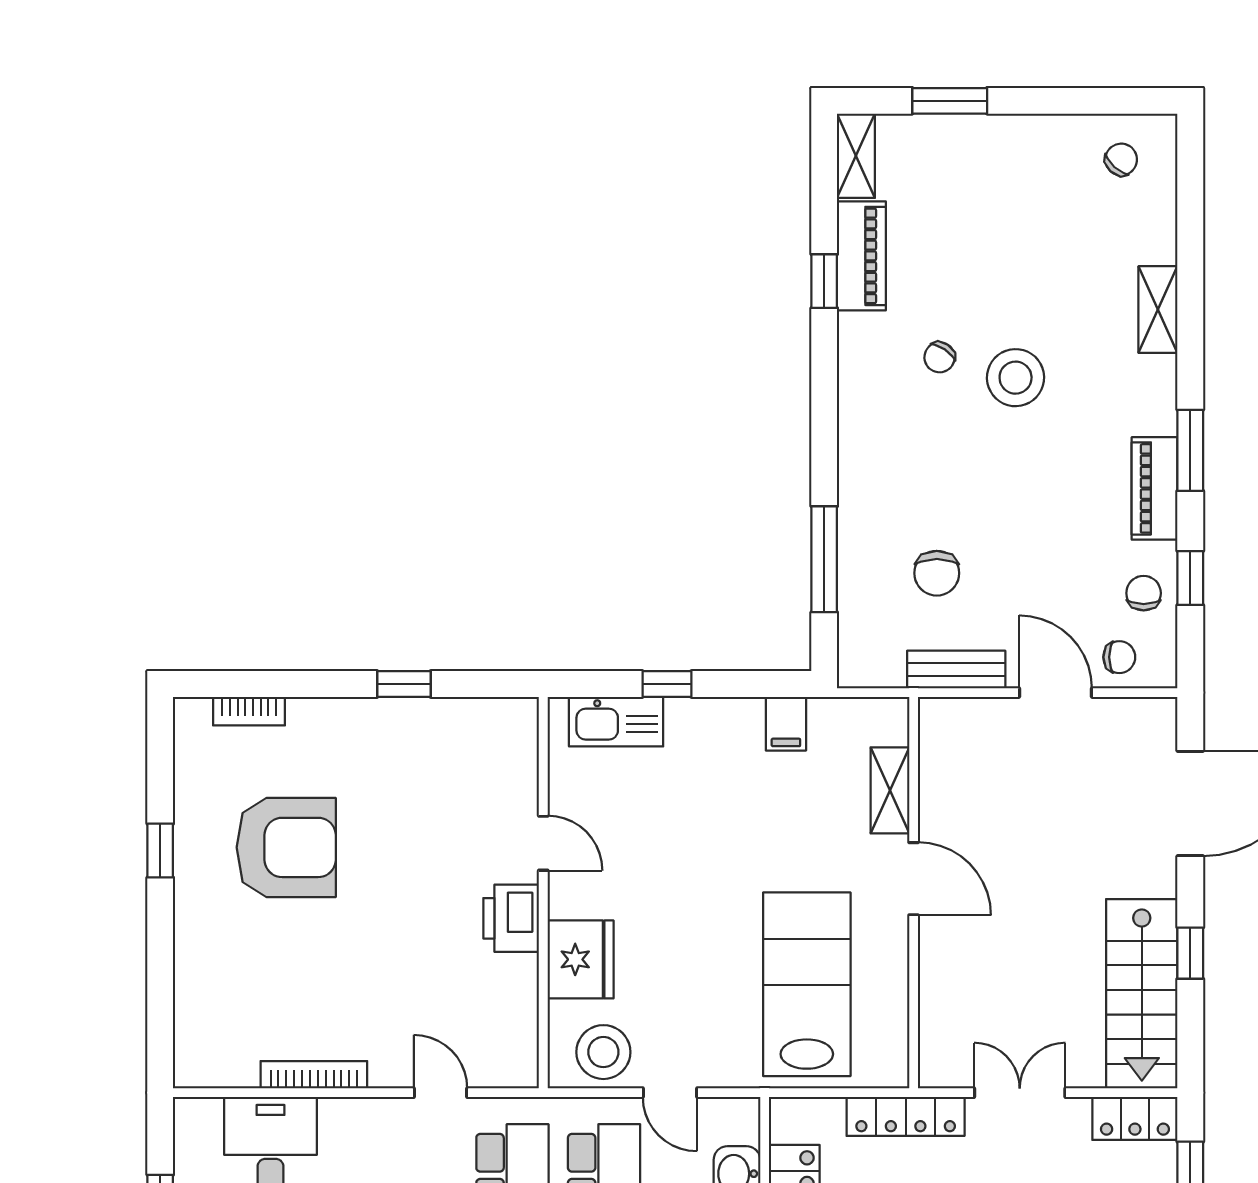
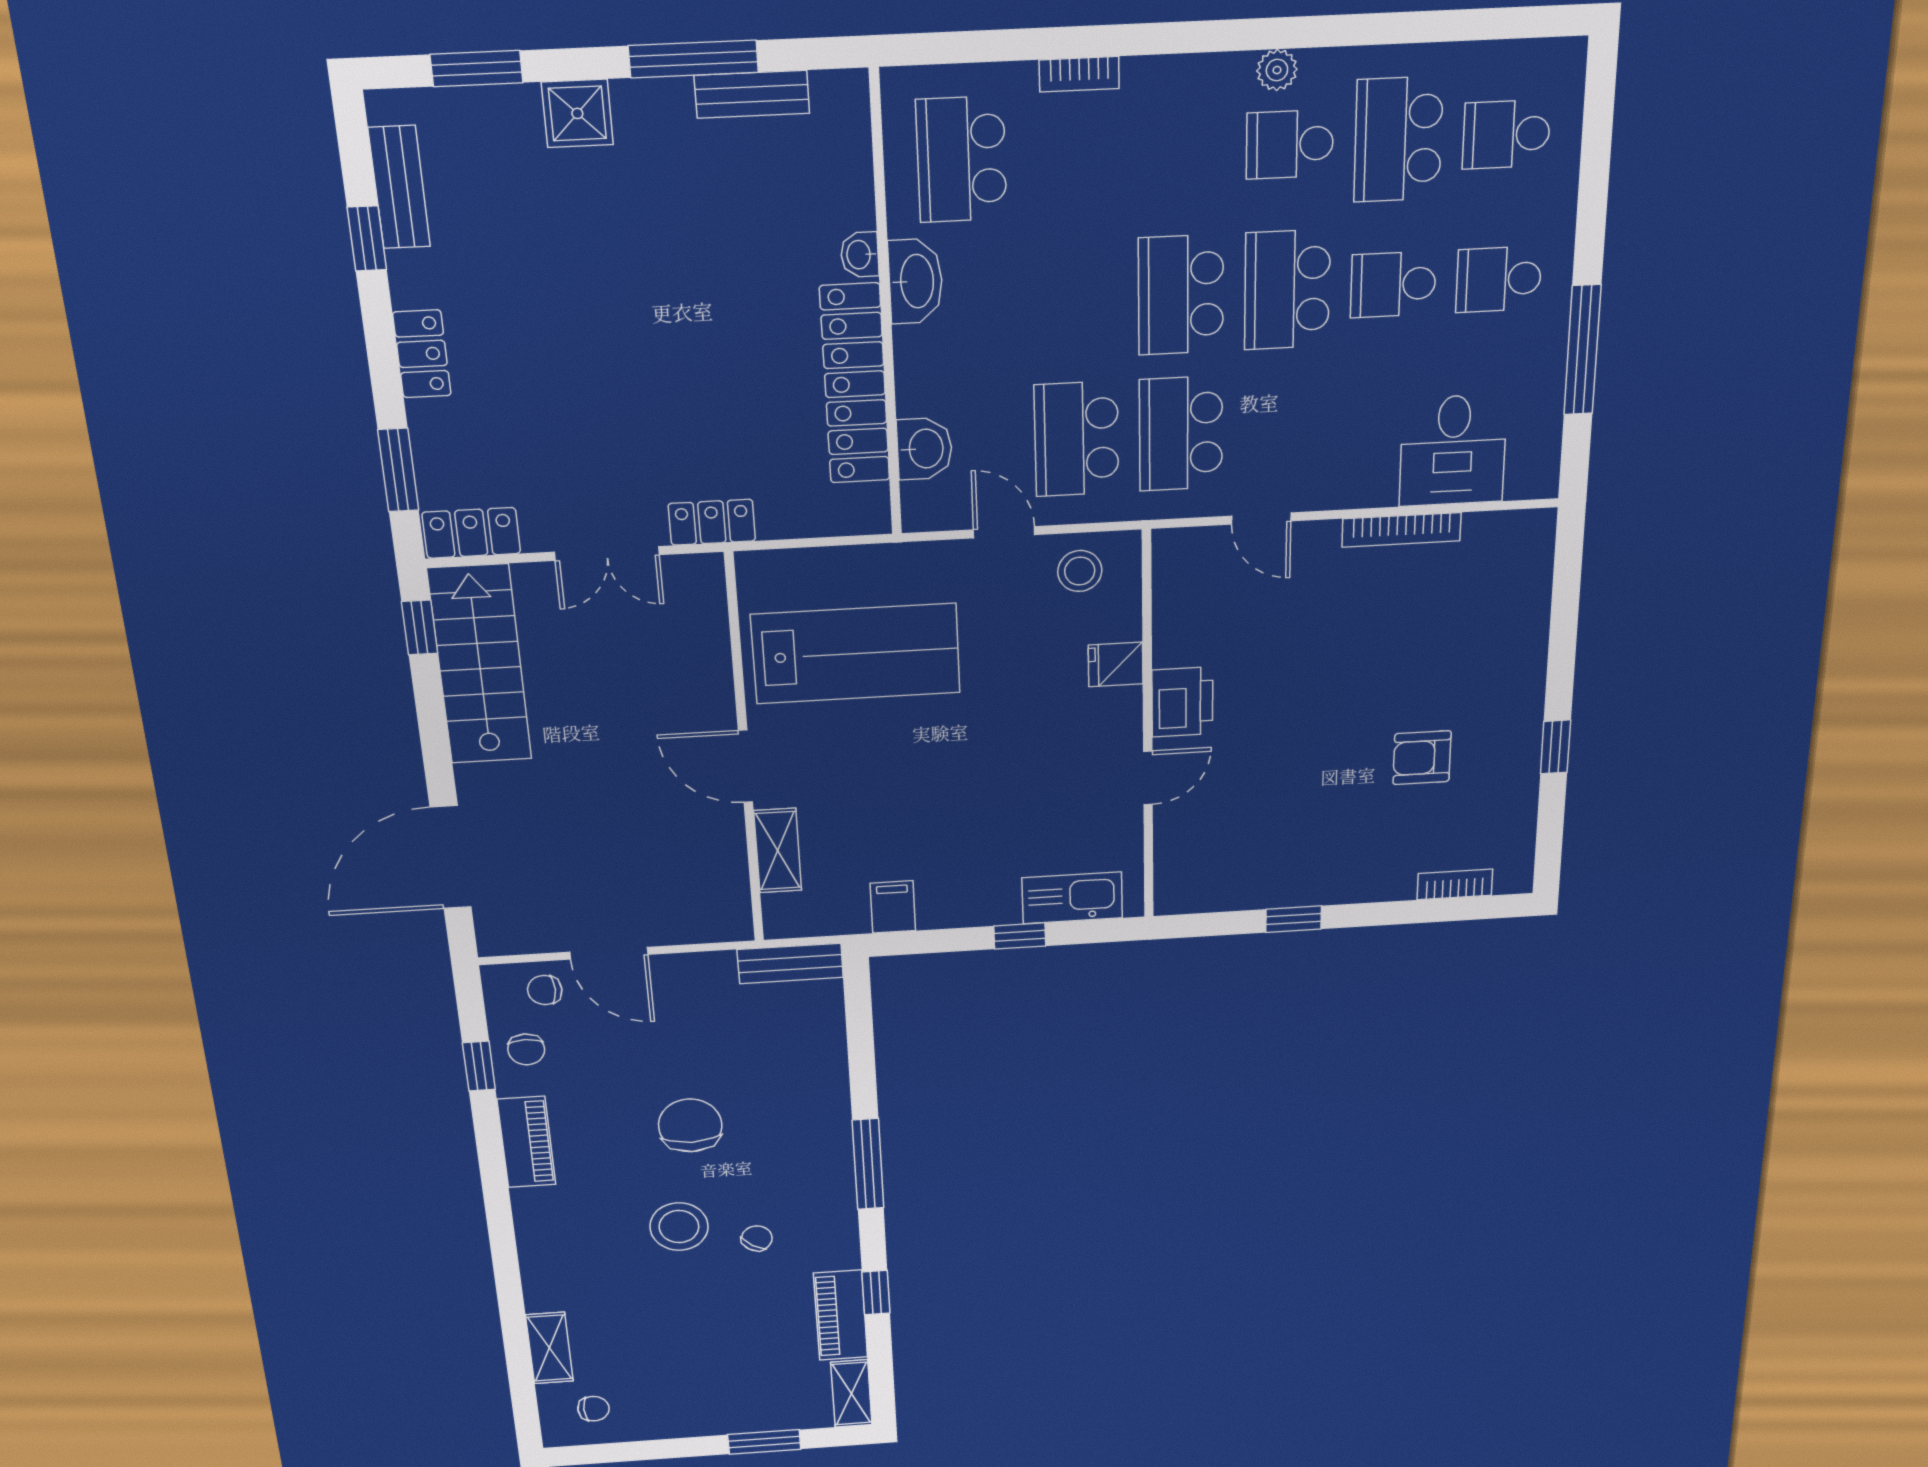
chair: (1121, 159) -> (593, 1409), turned -132
shelving: (1158, 310) -> (549, 1348), moved
window: (1190, 450) -> (494, 1177), removed
window: (824, 559) -> (868, 1164), moved
chair: (937, 573) -> (690, 1125), moved, width x1.37, depth x1.37
bench: (956, 669) -> (790, 963), moved
door: (543, 843) -> (1148, 778), swing flipped
armchair: (286, 847) -> (1422, 758), width x0.53, depth x0.53
window: (1190, 953) -> (420, 627), moved
fridge: (581, 959) -> (1116, 664), width x0.53, depth x0.75
lab bench: (807, 984) -> (856, 654), turned -90
stool: (603, 1052) -> (1080, 571), width x0.73, depth x0.73
locker: (906, 1116) -> (712, 522), width x0.66

